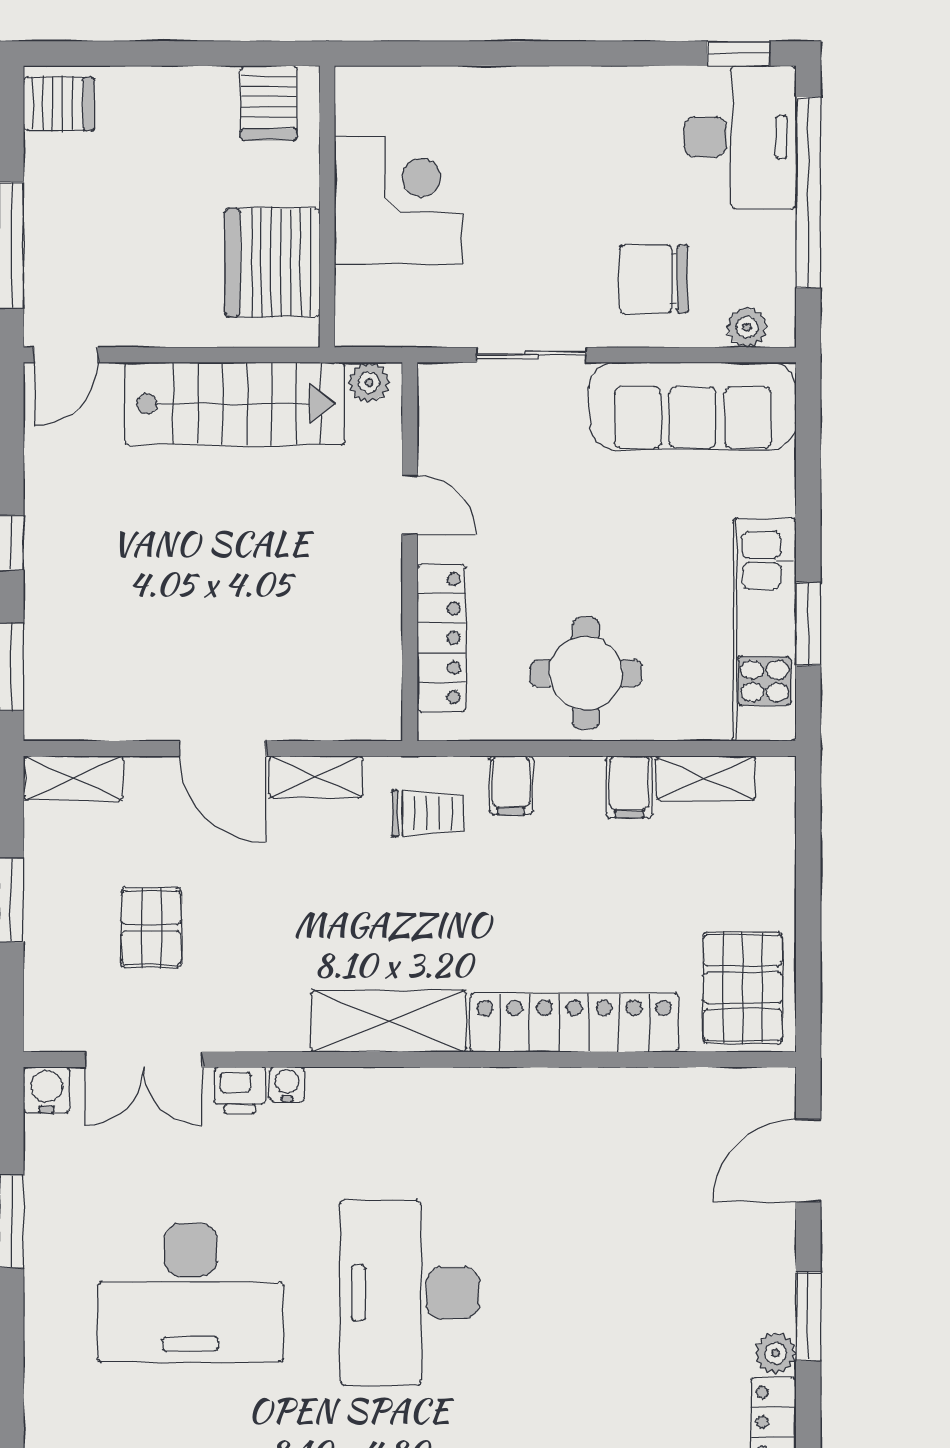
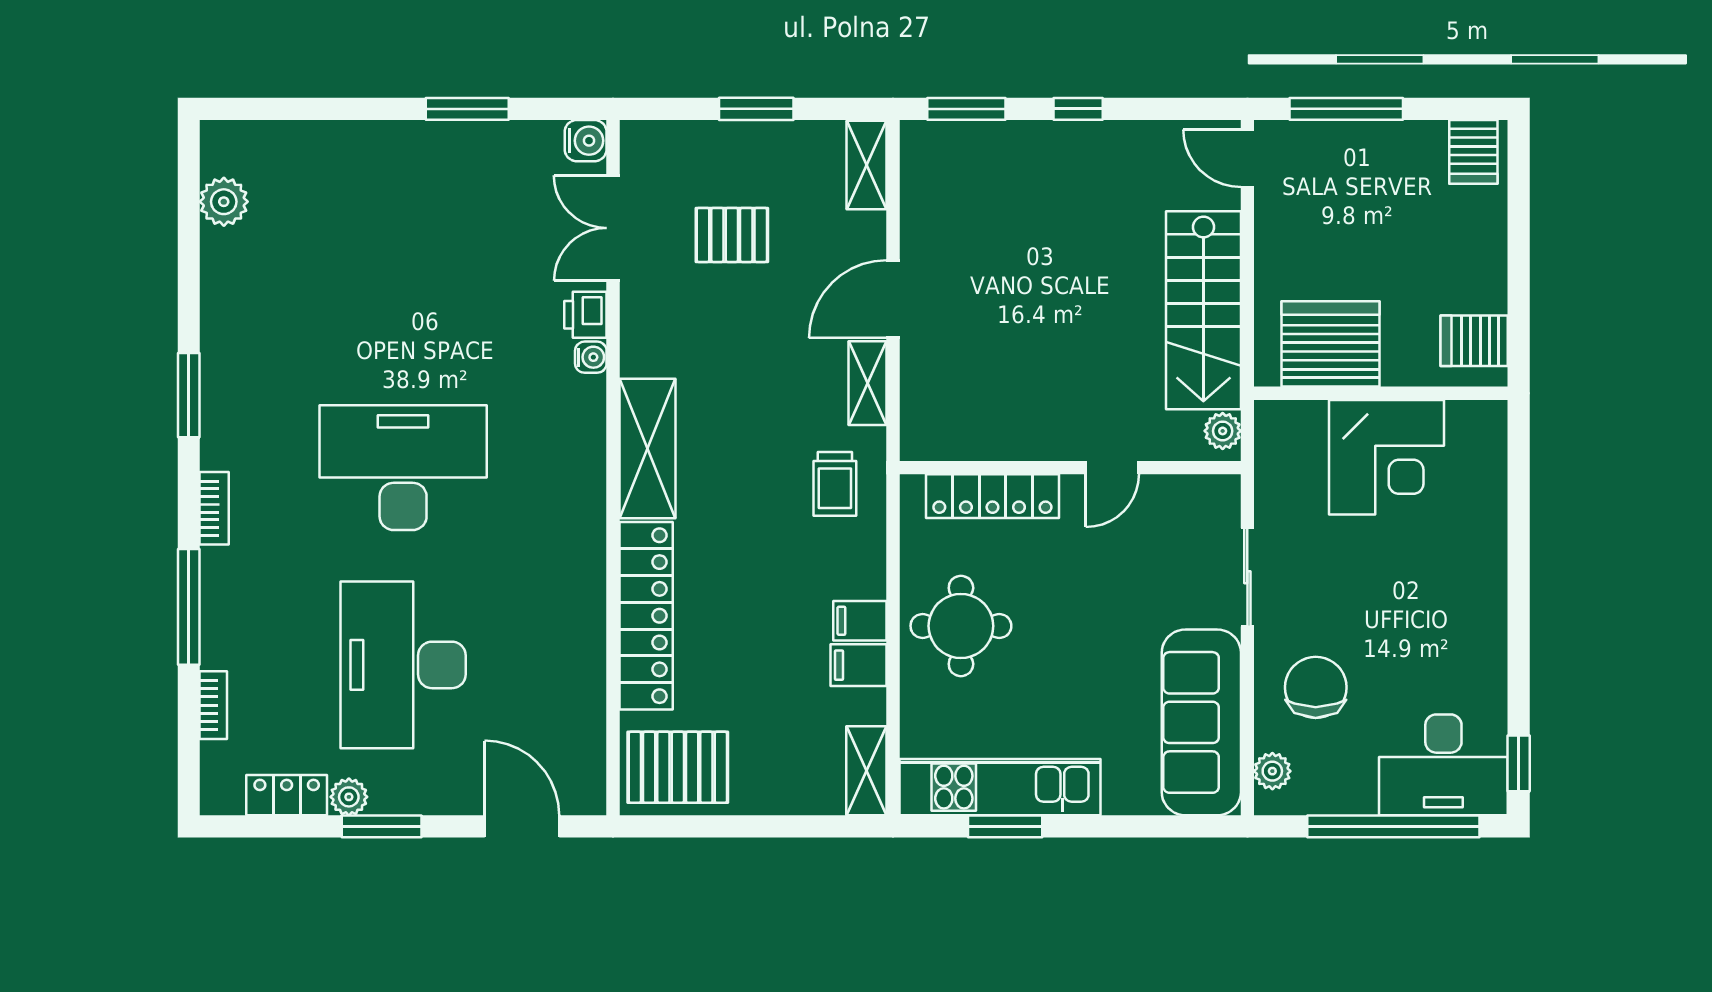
shelving: (706, 778) -> (866, 771), moved
filing cabinet: (511, 785) -> (860, 621), moved
desk: (191, 1293) -> (403, 665), moved

